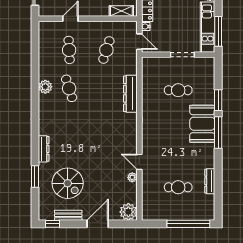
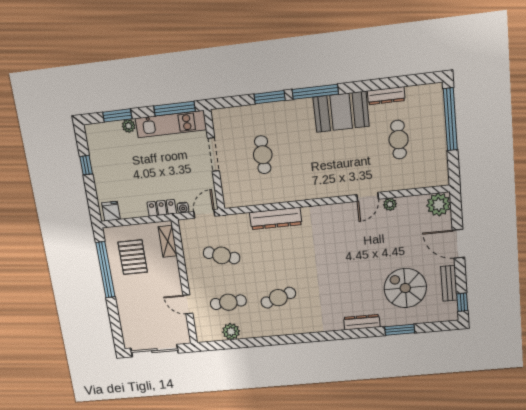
plant: (45, 87) -> (231, 332), moved
booth: (202, 124) -> (341, 112), moved
spiral stairs: (68, 183) -> (405, 288), turned -90

